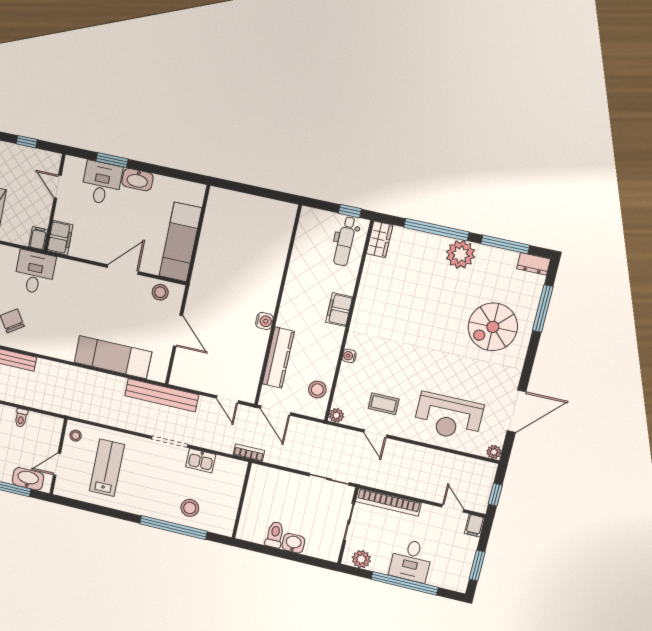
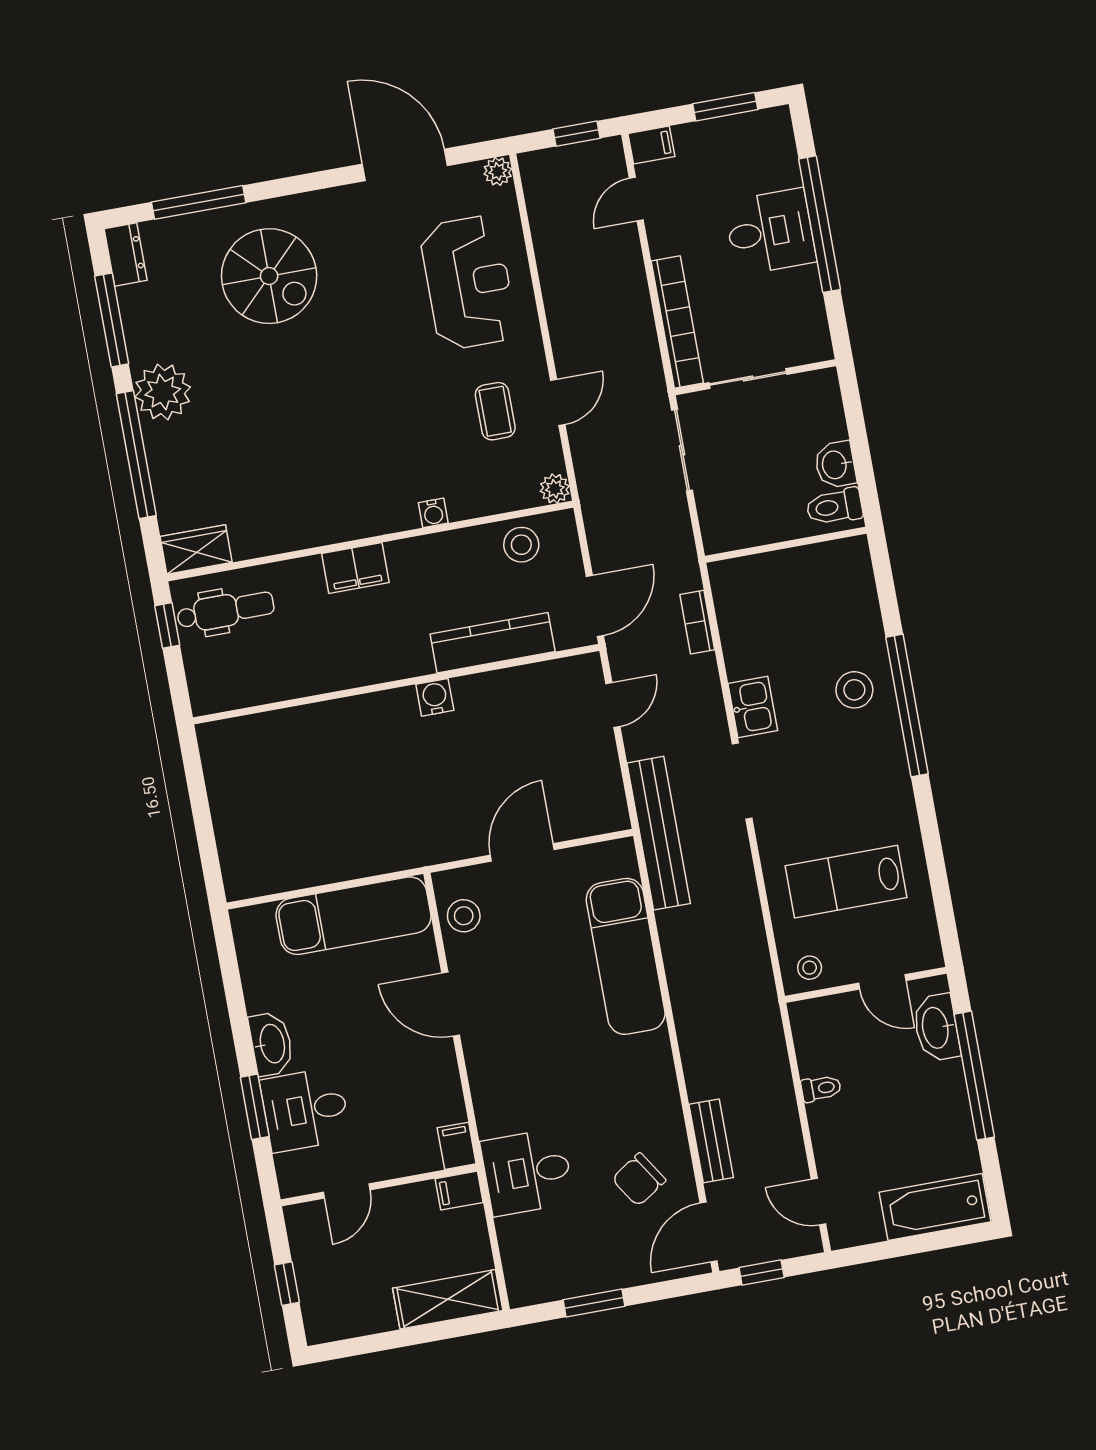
filing cabinet: (60, 238) -> (457, 1146), width x0.50
wall: (242, 500) -> (786, 545), moved
plant: (361, 559) -> (809, 325), removed

